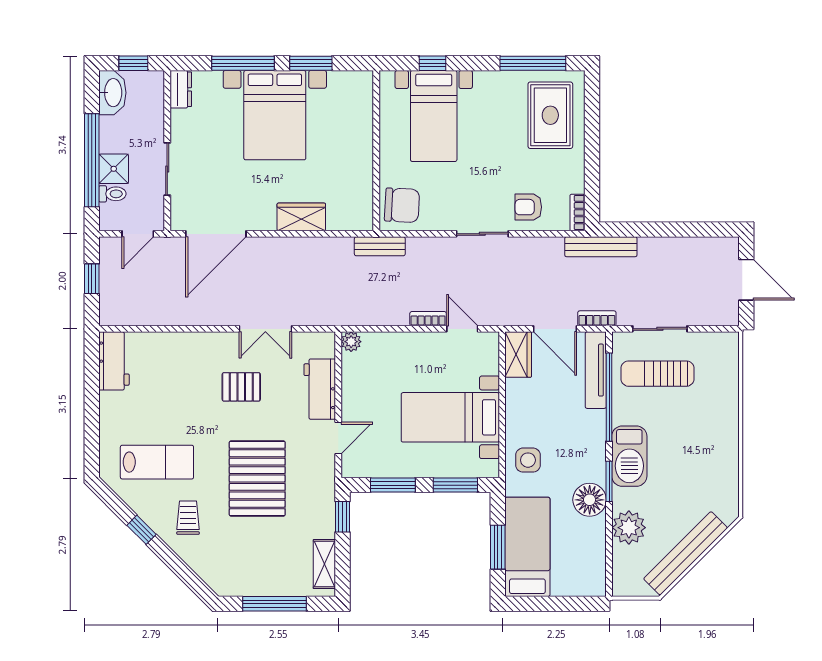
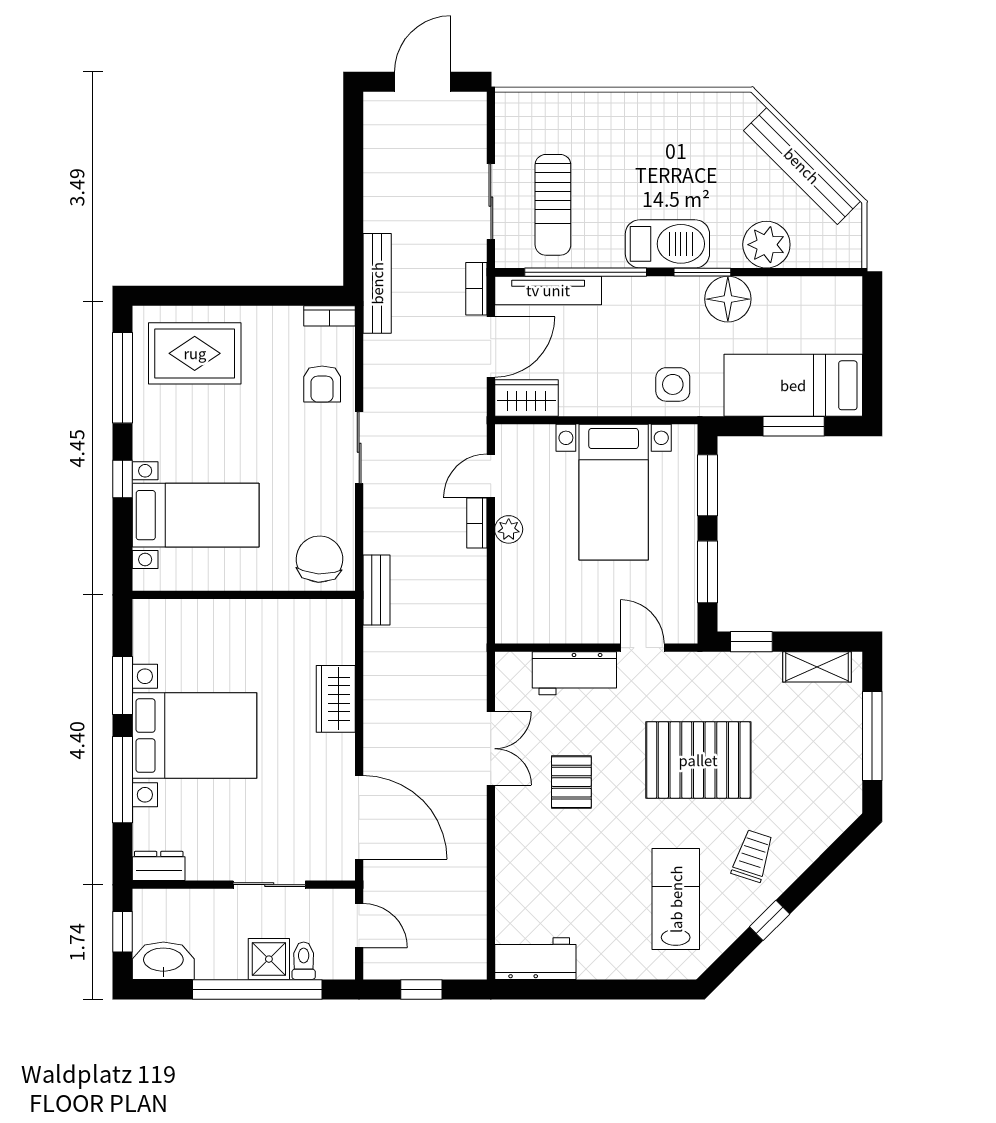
window: (433, 63) -> (123, 479), moved
plant: (351, 342) -> (509, 529), moved
trolley: (188, 518) -> (753, 856), turned 108

